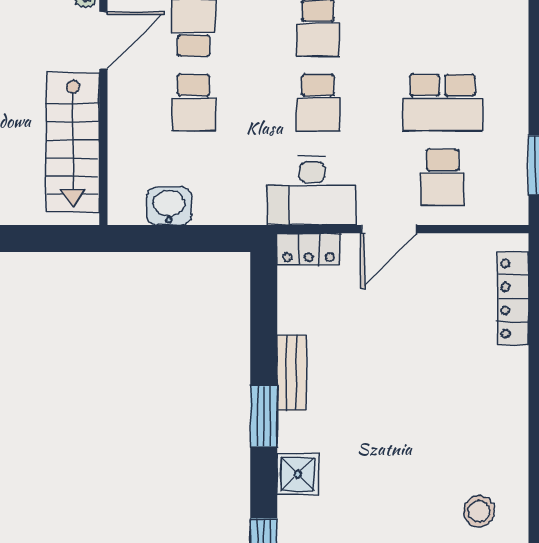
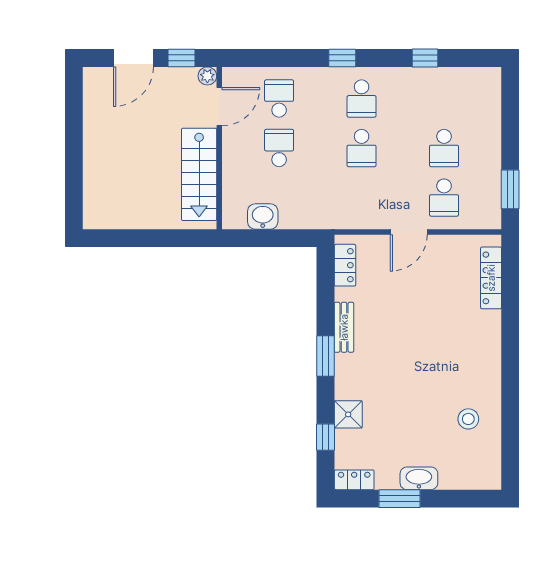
school desk: (194, 103) -> (279, 148), turned 180
school desk: (442, 103) -> (444, 148), width x0.54
desk: (312, 191) -> (358, 206), removed
locker: (309, 249) -> (345, 265), moved, turned -90
shower: (298, 474) -> (348, 414), moved

